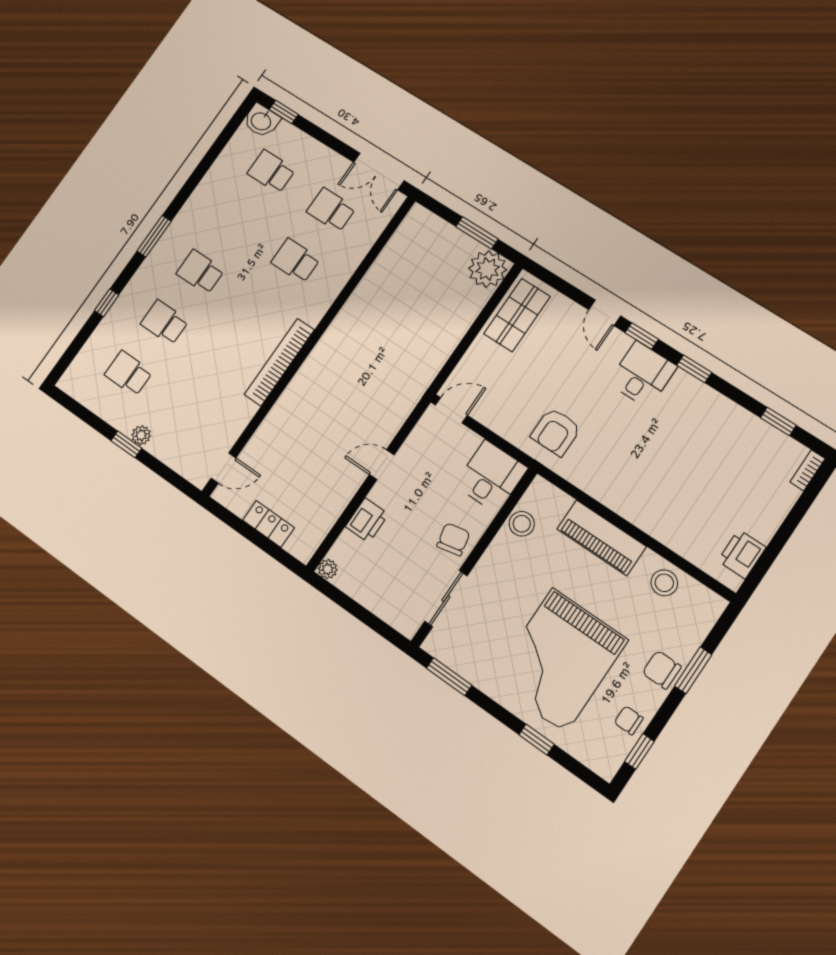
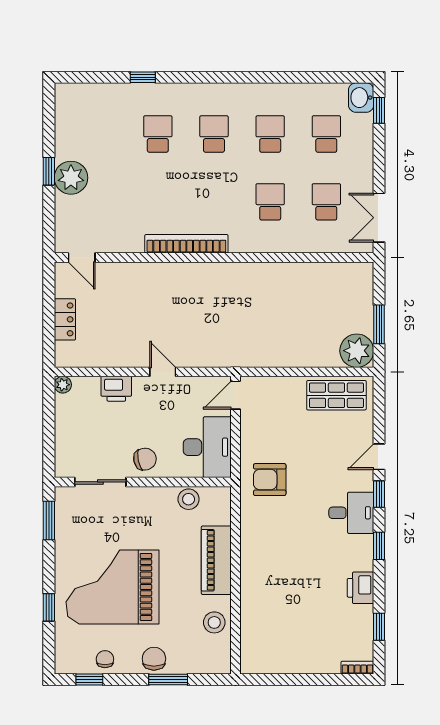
window: (154, 236) -> (217, 77), removed
school desk: (128, 373) -> (270, 134), moved
door: (451, 410) -> (236, 395), swing flipped
plant: (141, 435) -> (71, 178), width x1.88, depth x1.88
desk: (491, 476) -> (207, 447), width x1.37
printer: (742, 554) -> (361, 588), moved, turned -90

